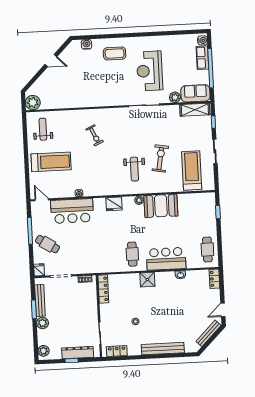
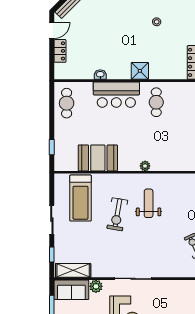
fridge: (114, 204) -> (175, 163), removed
booth: (161, 206) -> (98, 158), moved
locker: (214, 279) -> (60, 51), moved

